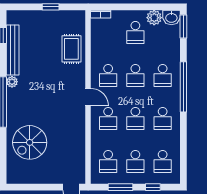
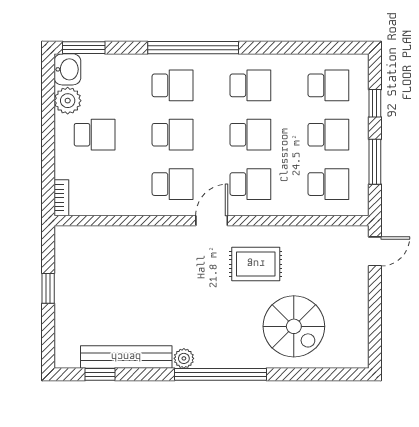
rug: (71, 49) -> (256, 264), moved

